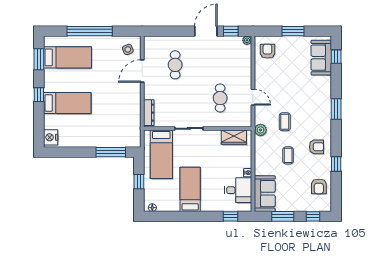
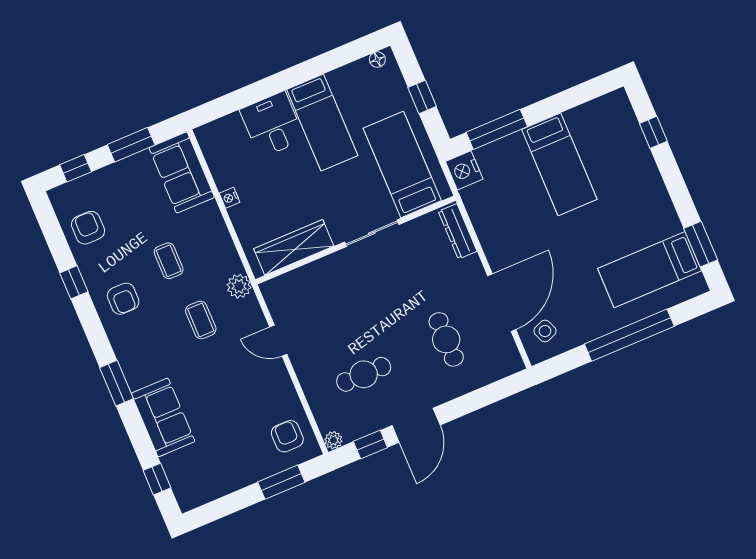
window: (293, 31) -> (281, 482), moved
armchair: (267, 51) -> (287, 436), turned 180
sofa: (321, 58) -> (163, 417), moved
door: (142, 71) -> (502, 303), width x1.36
window: (39, 95) -> (653, 132), moved
cafe table: (220, 98) -> (364, 374), moved, turned 90
bed: (67, 103) -> (559, 164), moved, turned -90
nightstand: (51, 137) -> (464, 170), moved, turned 180
wardrobe: (234, 137) -> (294, 247), width x1.50
armchair: (316, 147) -> (123, 299), turned -90
desk: (238, 190) -> (272, 125), moved, turned 90
window: (230, 216) -> (227, 104), removed

